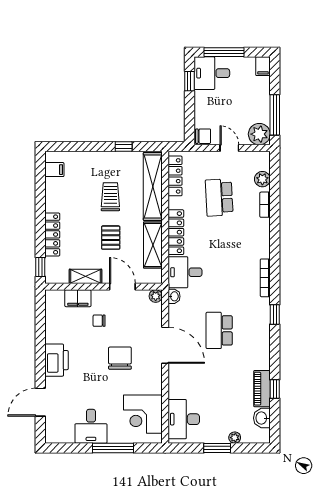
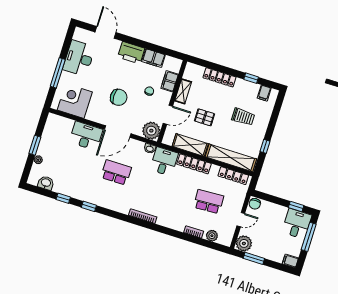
window: (275, 115) -> (254, 258), width x0.69
trolley: (110, 197) -> (243, 117), moved
window: (40, 267) -> (251, 78), moved
plant: (156, 296) -> (151, 131), width x1.88, depth x1.88
window: (275, 314) -> (89, 206), moved
filing cabinet: (54, 329) -> (154, 58), added
piano: (262, 389) -> (66, 189), removed
desk: (184, 419) -> (86, 136), moved
desk: (91, 426) -> (79, 58), width x1.37

